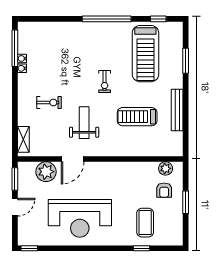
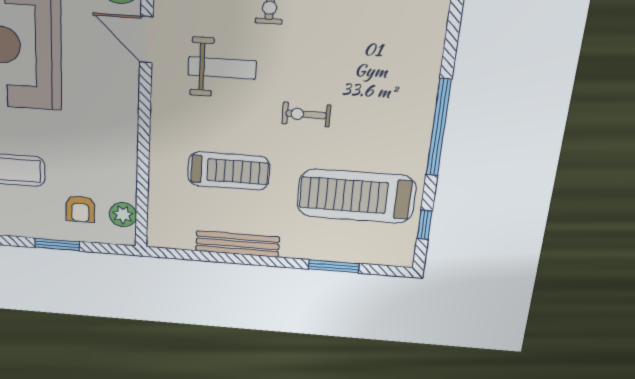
treadmill: (137, 117) -> (229, 171), turned 90
armchair: (164, 190) -> (80, 209), turned -90

